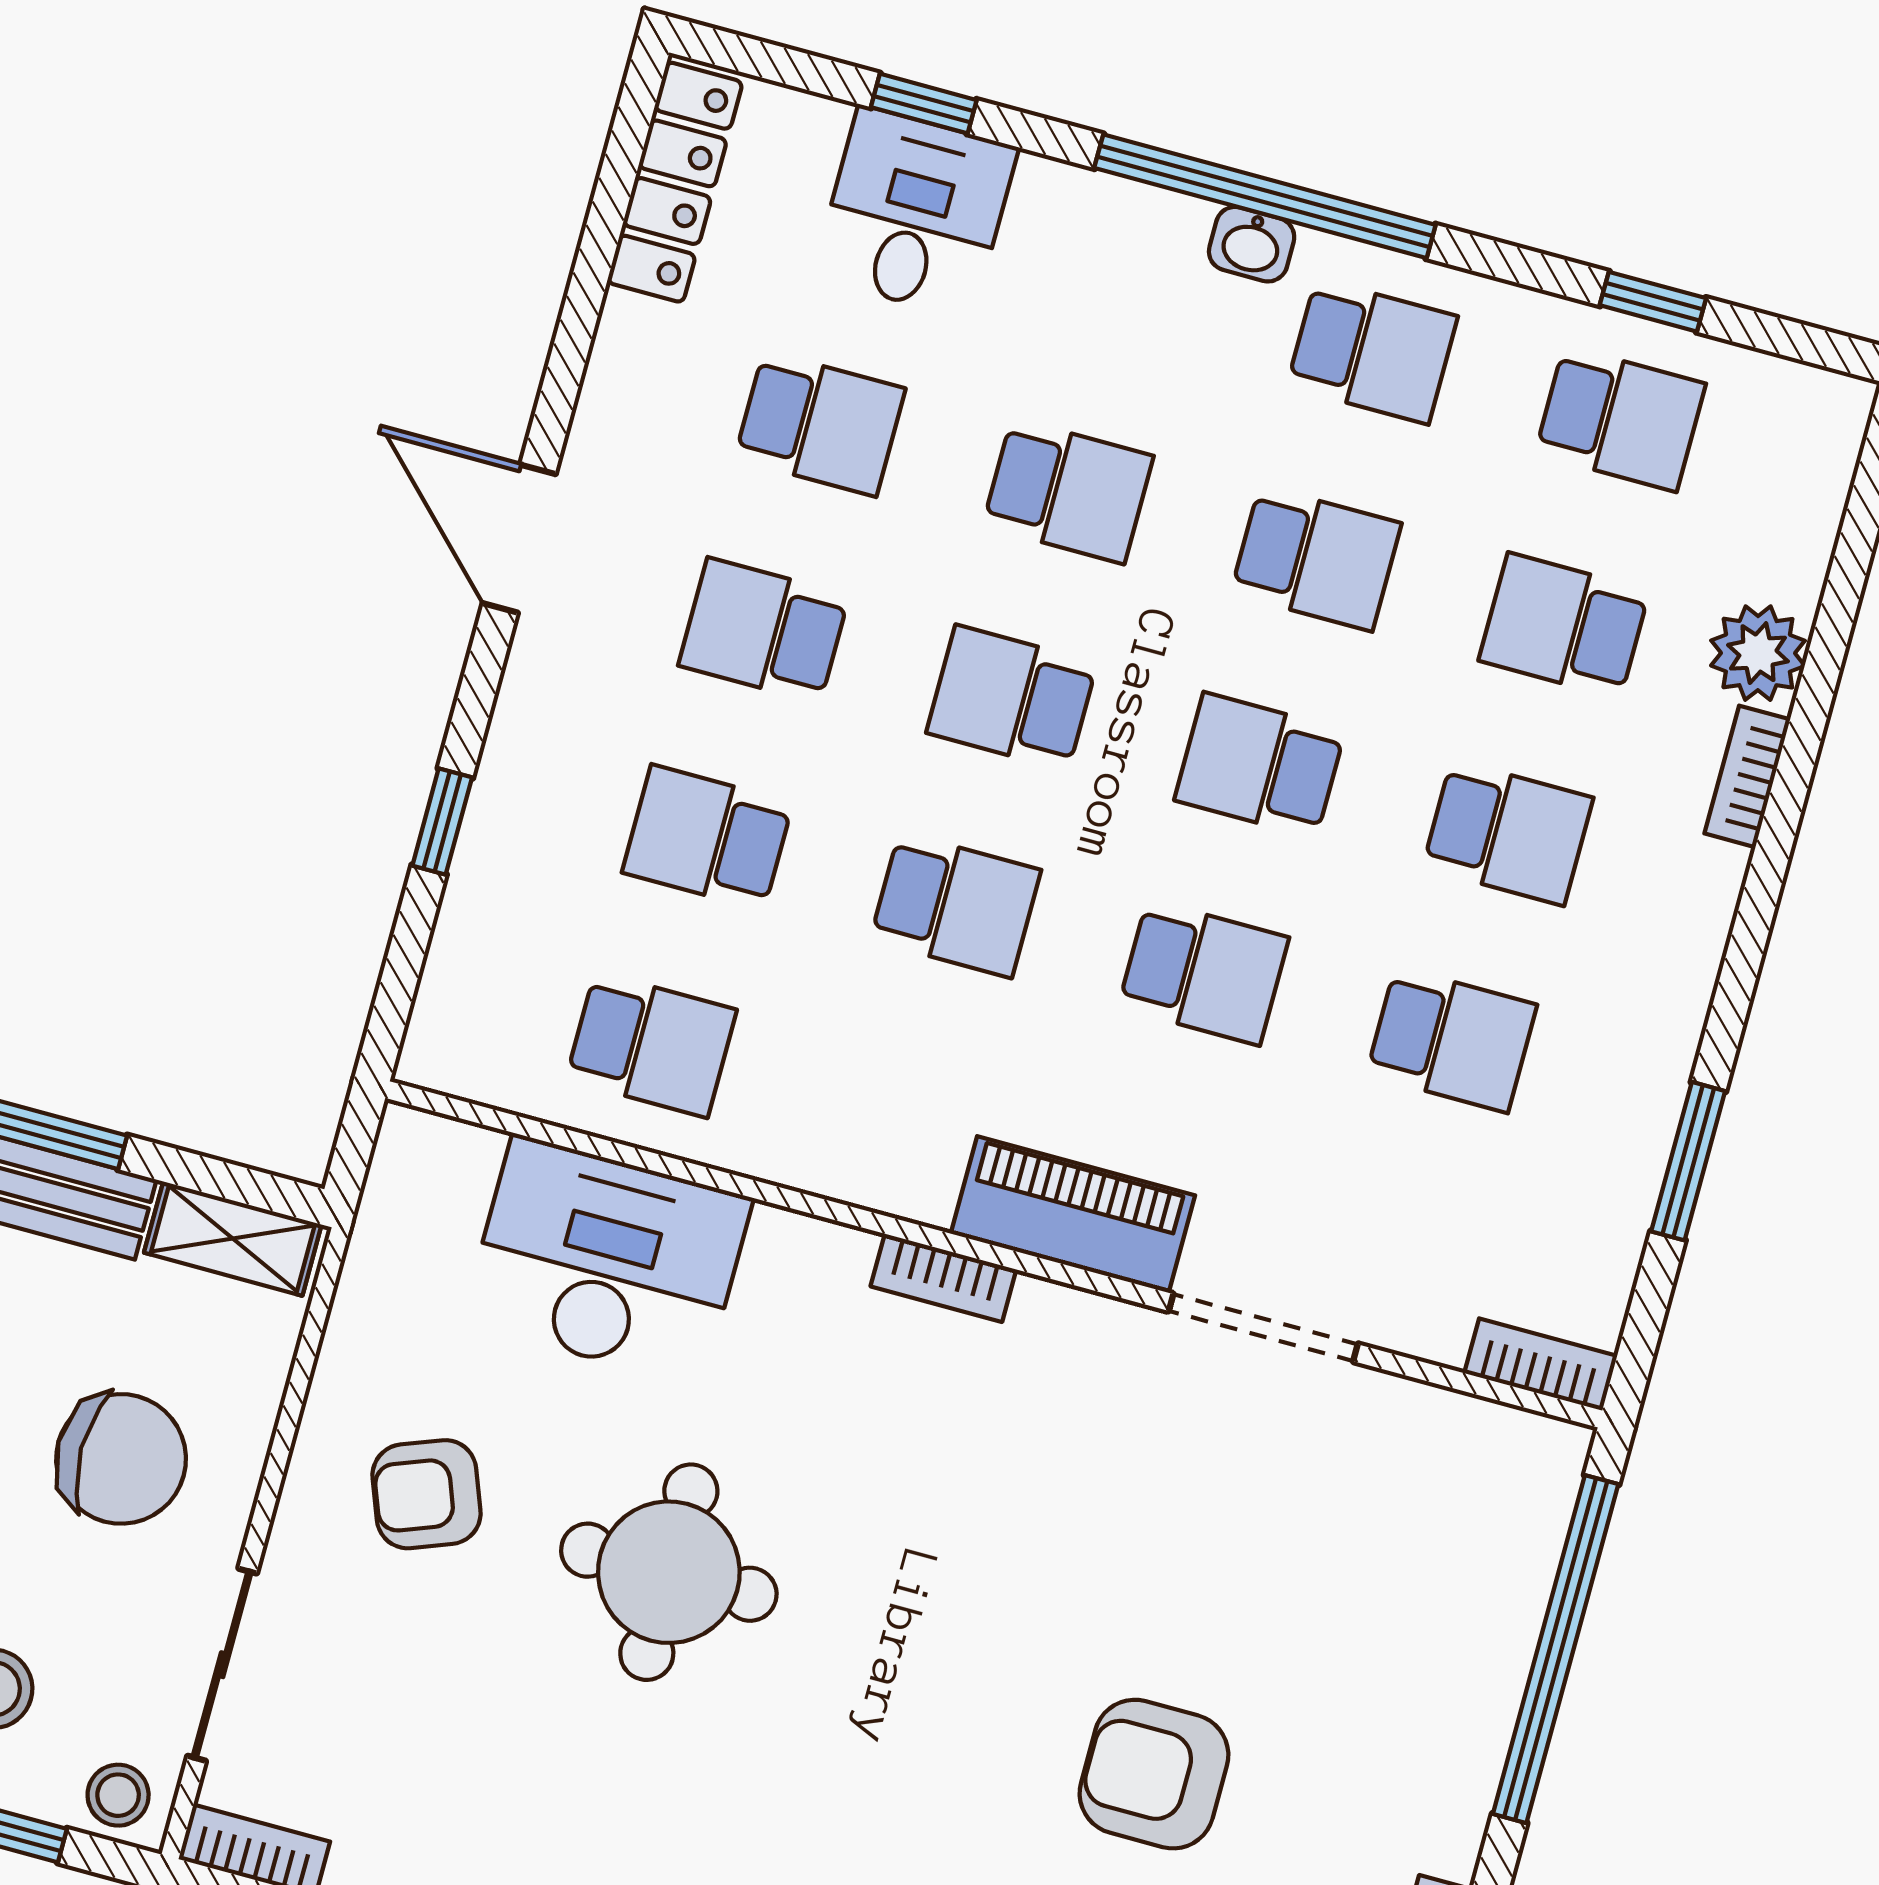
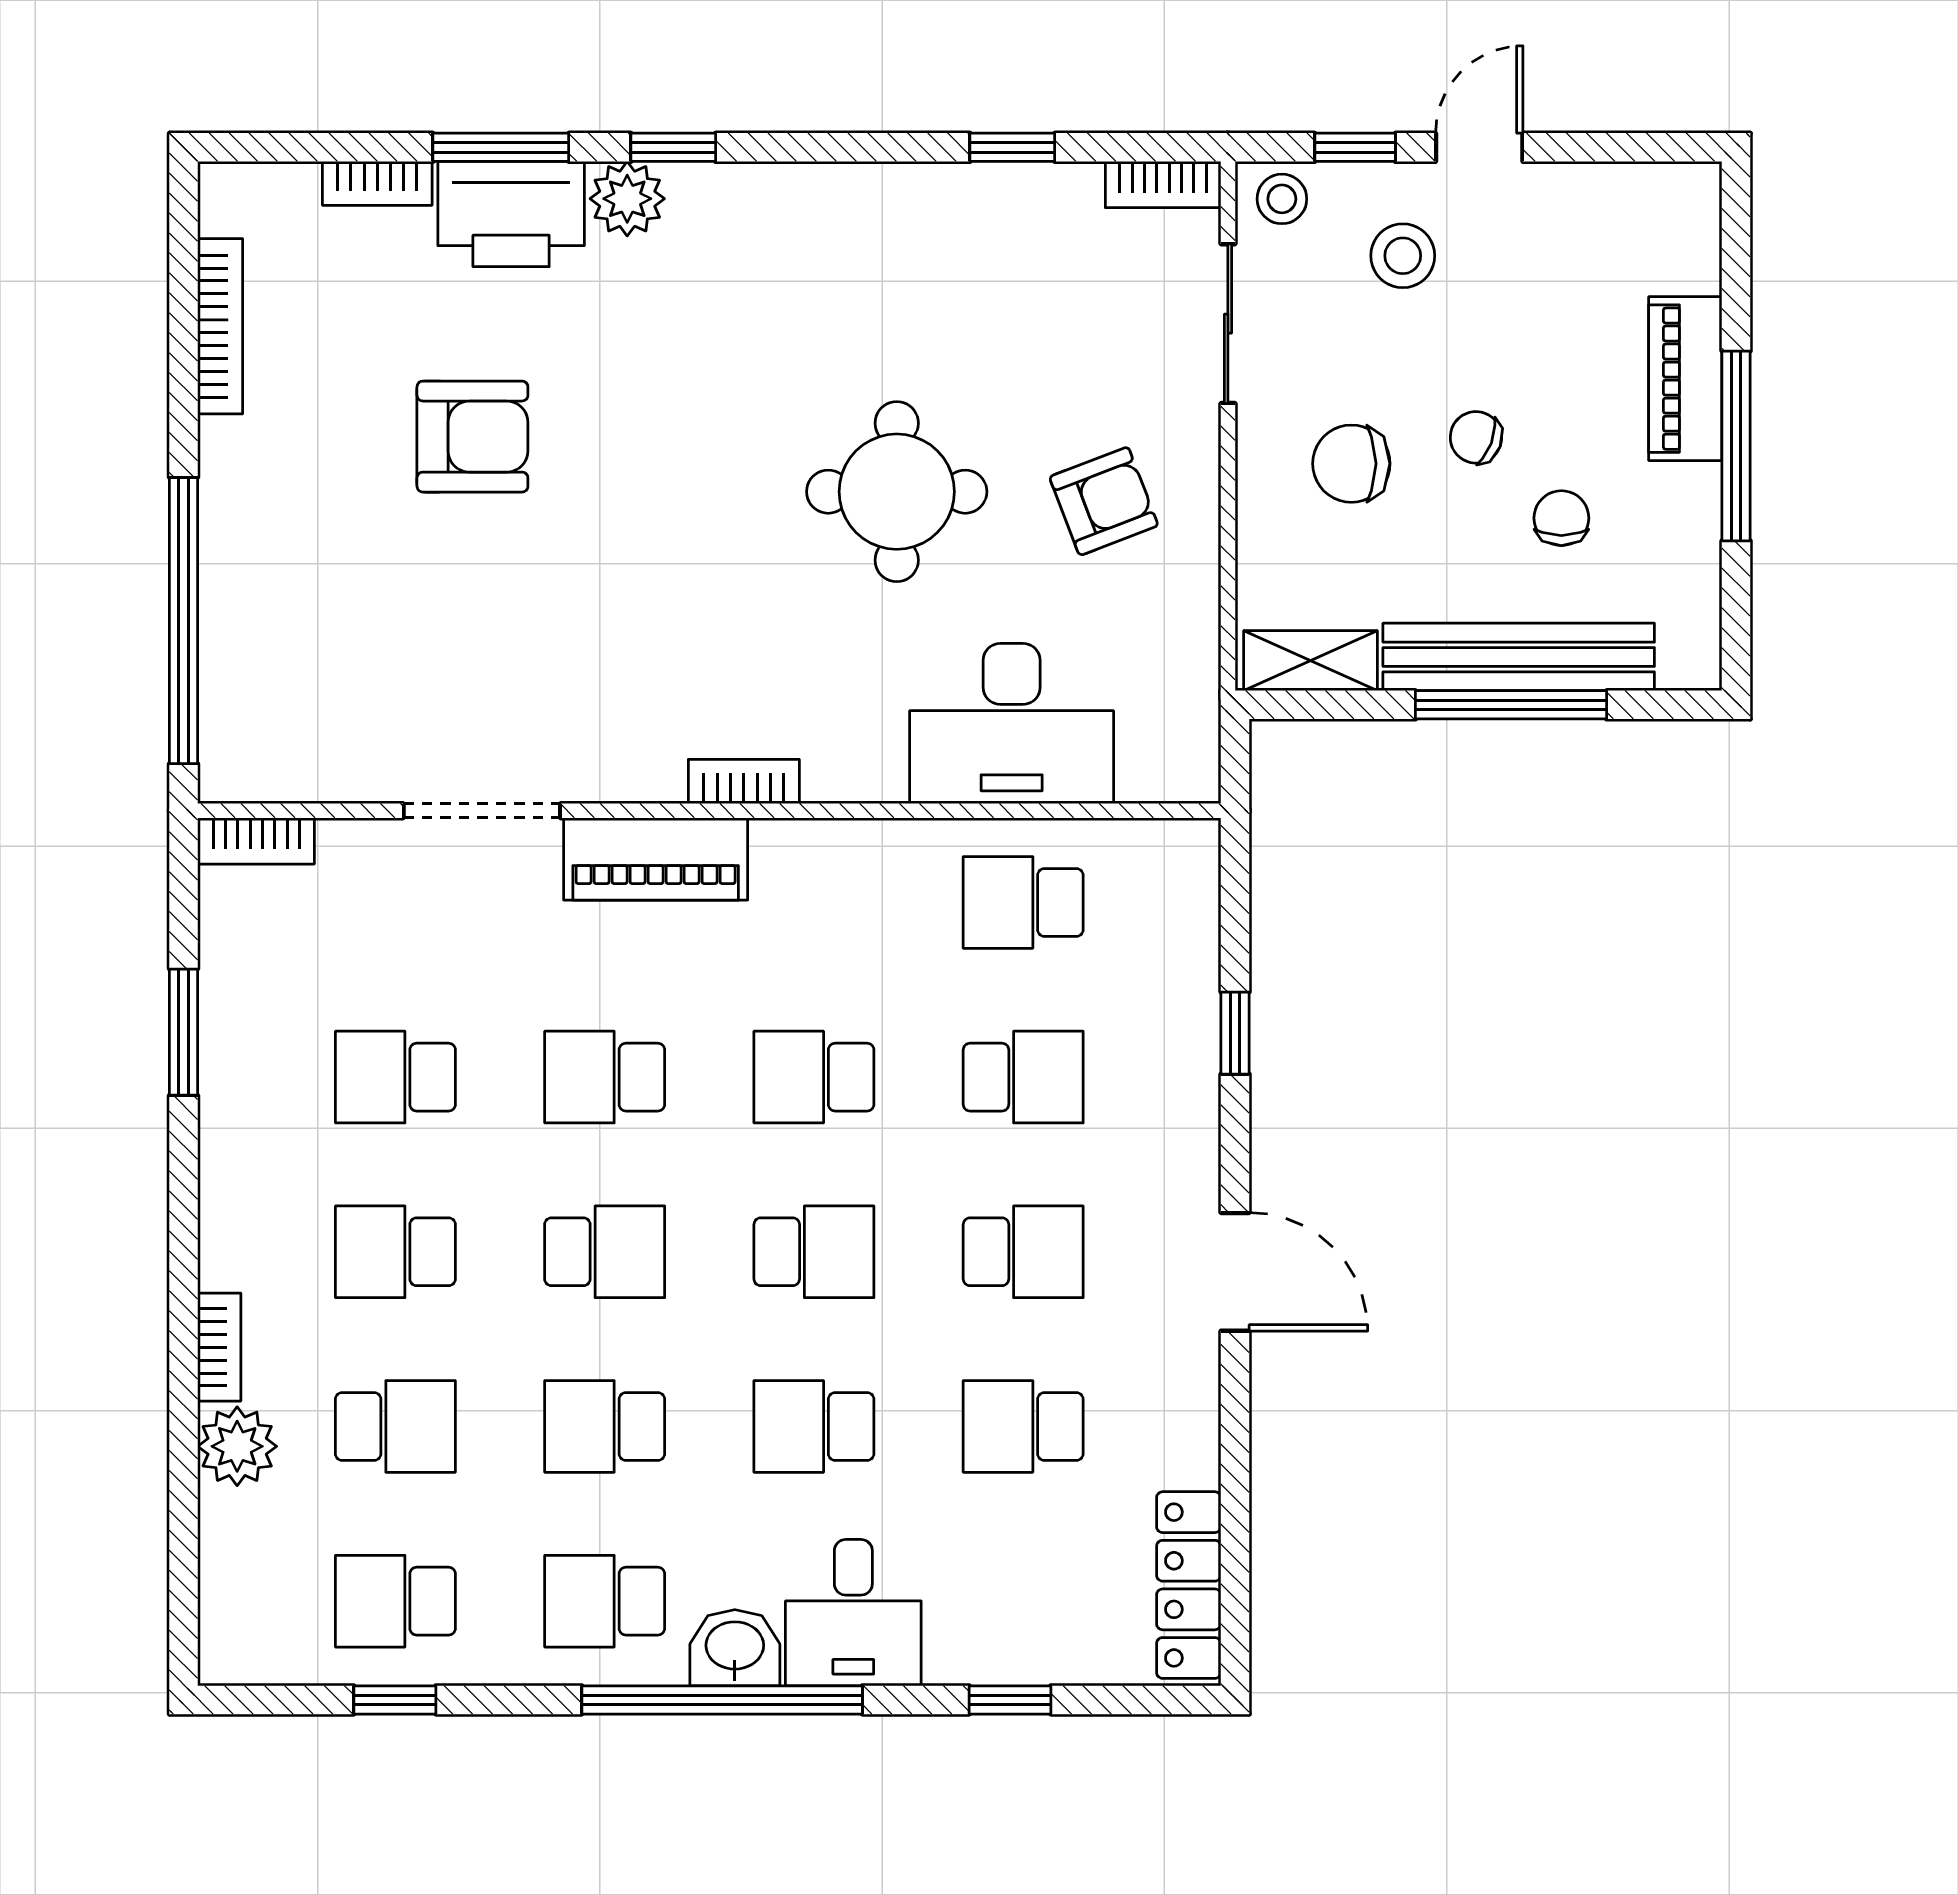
desk: (915, 212) -> (853, 1613), moved
washbasin: (1252, 244) -> (735, 1648), width x1.38, depth x1.45
chair: (121, 1459) -> (1351, 464), width x0.73, depth x0.73

